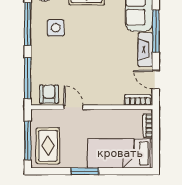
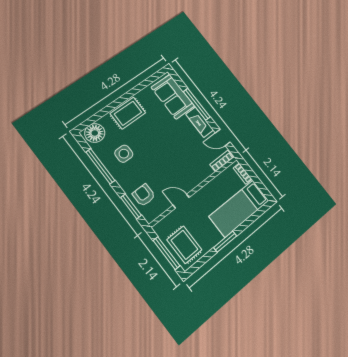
window: (28, 78) -> (131, 206), width x0.69
armchair: (49, 94) -> (144, 195), moved

